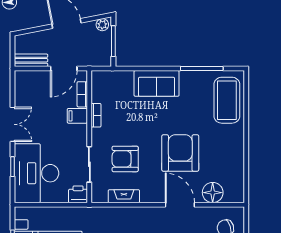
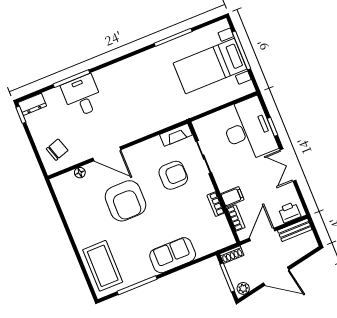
shoe rack: (100, 61) -> (232, 255), added
floor lamp: (213, 193) -> (80, 173), width x0.53, depth x0.53
printer: (78, 194) -> (290, 212), moved, turned 180
fireplace: (124, 196) -> (176, 135), moved

